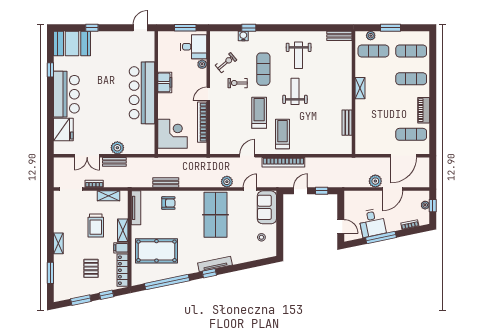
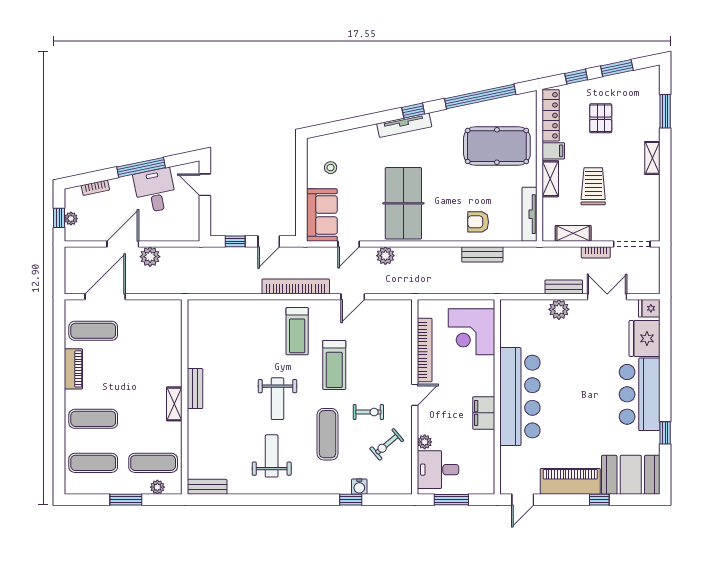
piano: (110, 39) -> (570, 481), added
bench: (347, 123) -> (195, 389), moved
fridge: (60, 148) -> (649, 308), added

